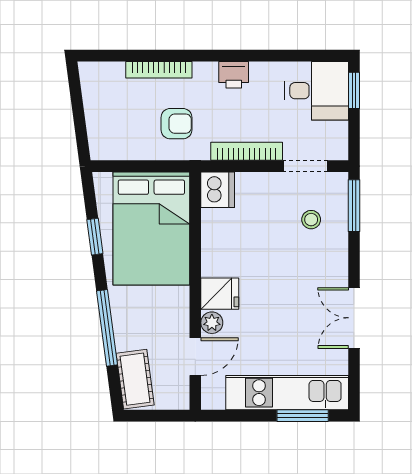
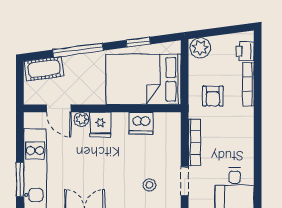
printer: (234, 75) -> (245, 51), moved
plant: (104, 143) -> (200, 48), added
dishwasher: (218, 190) -> (141, 123), moved

